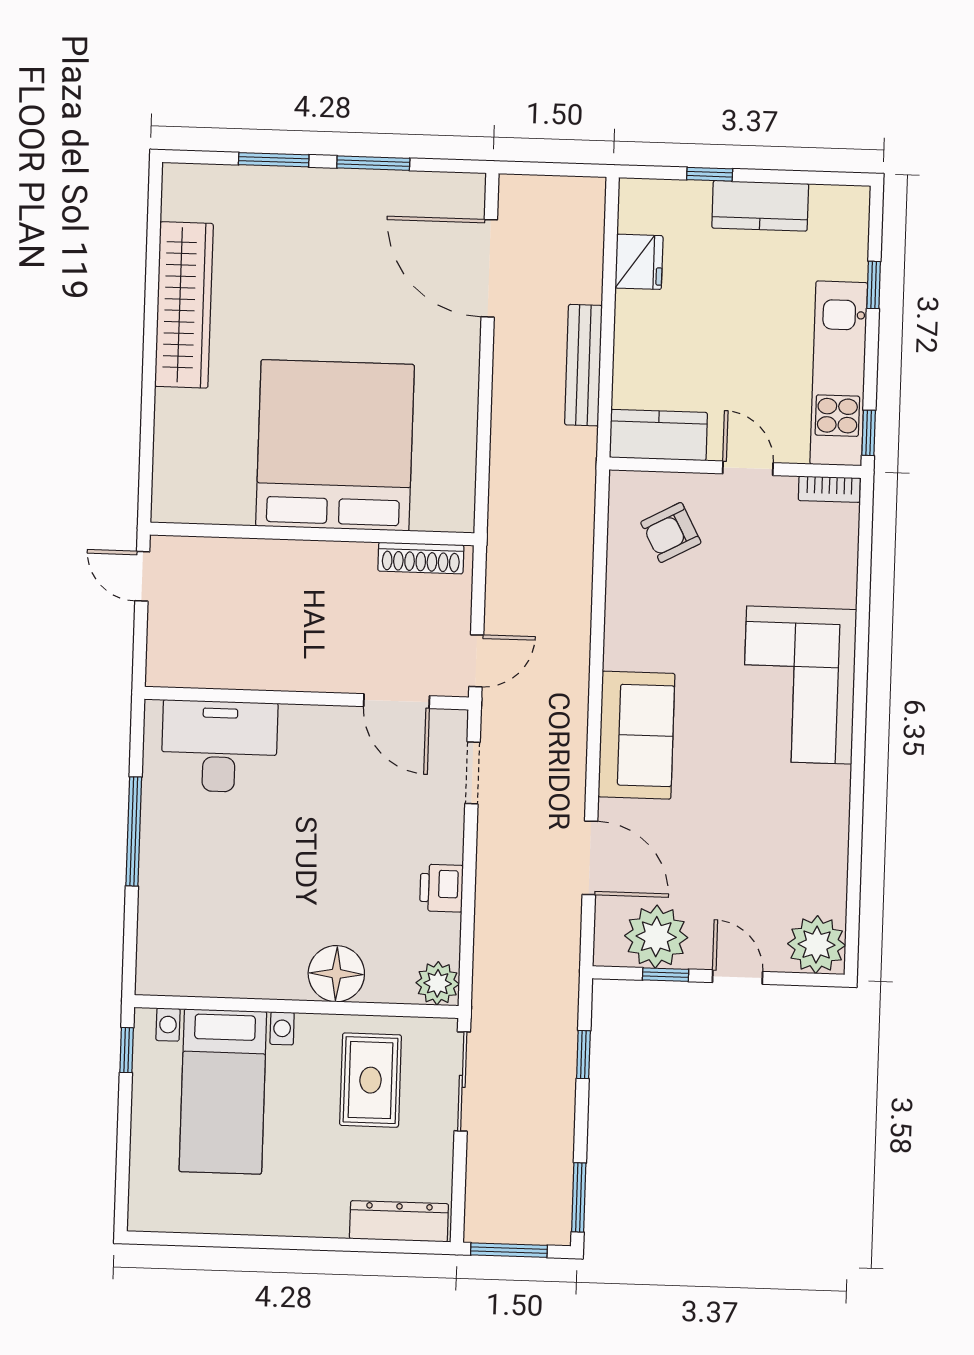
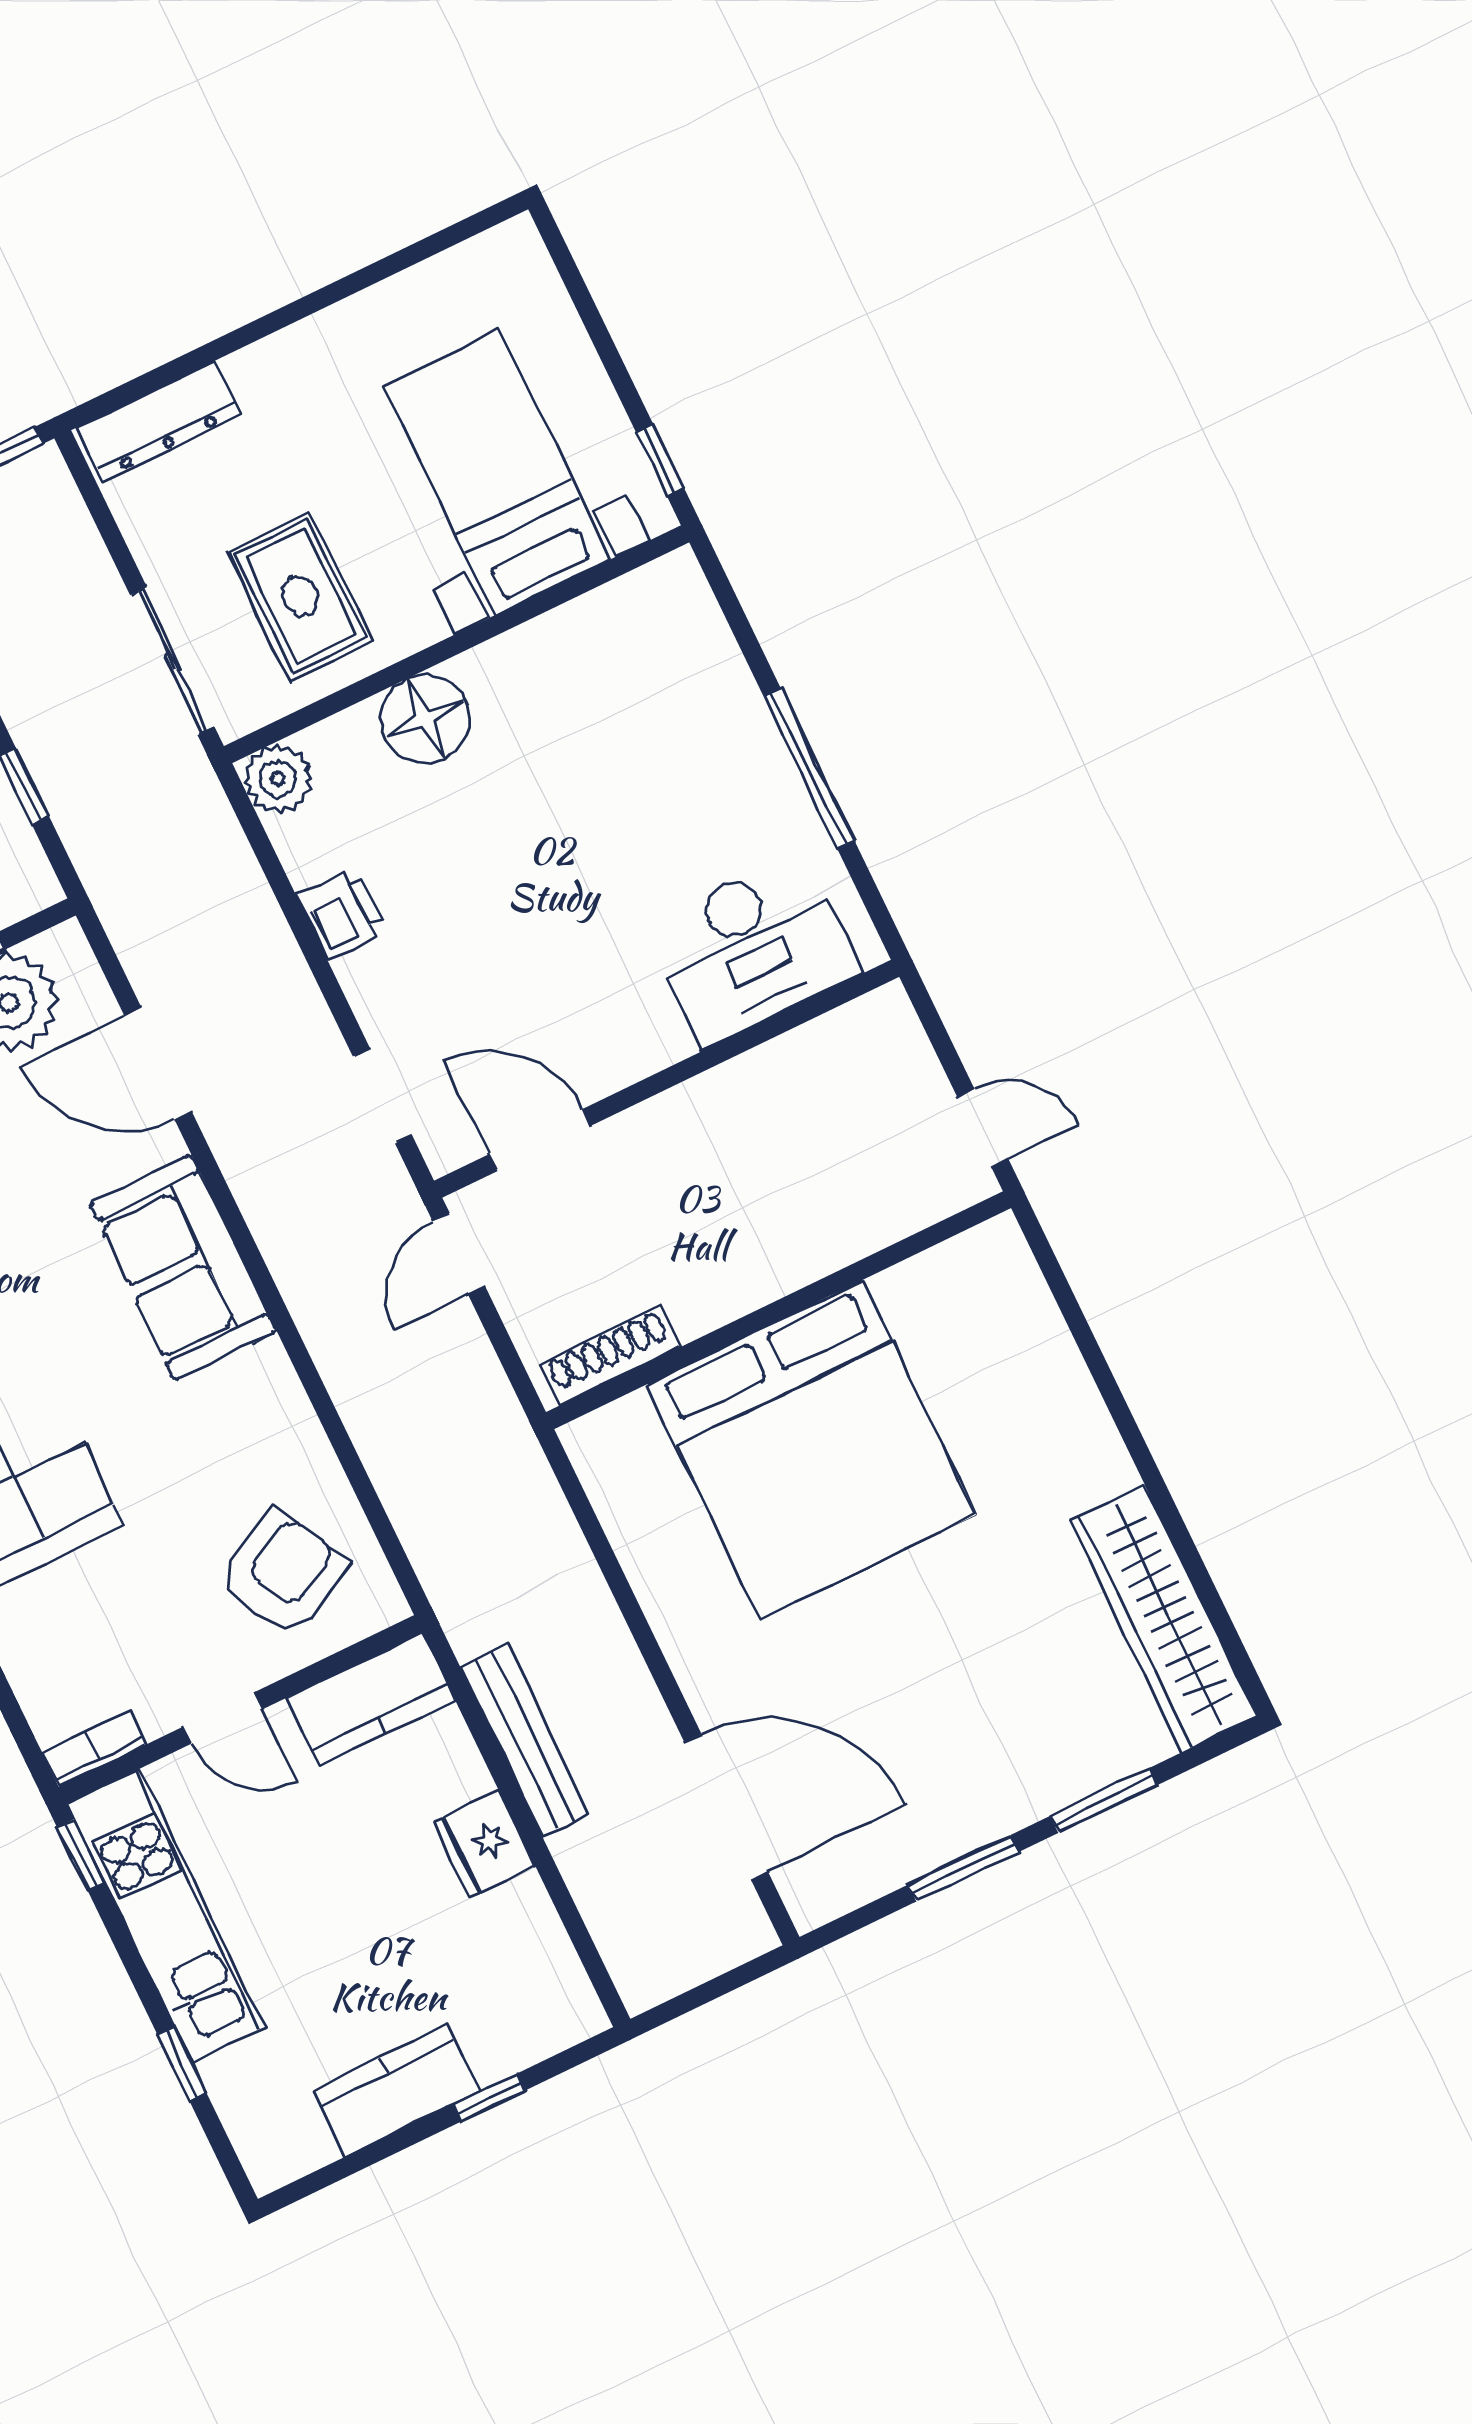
fridge: (639, 262) -> (484, 1844), moved
wardrobe: (184, 305) -> (1163, 1618), moved
armchair: (671, 532) -> (283, 1573), width x1.38, depth x1.38

